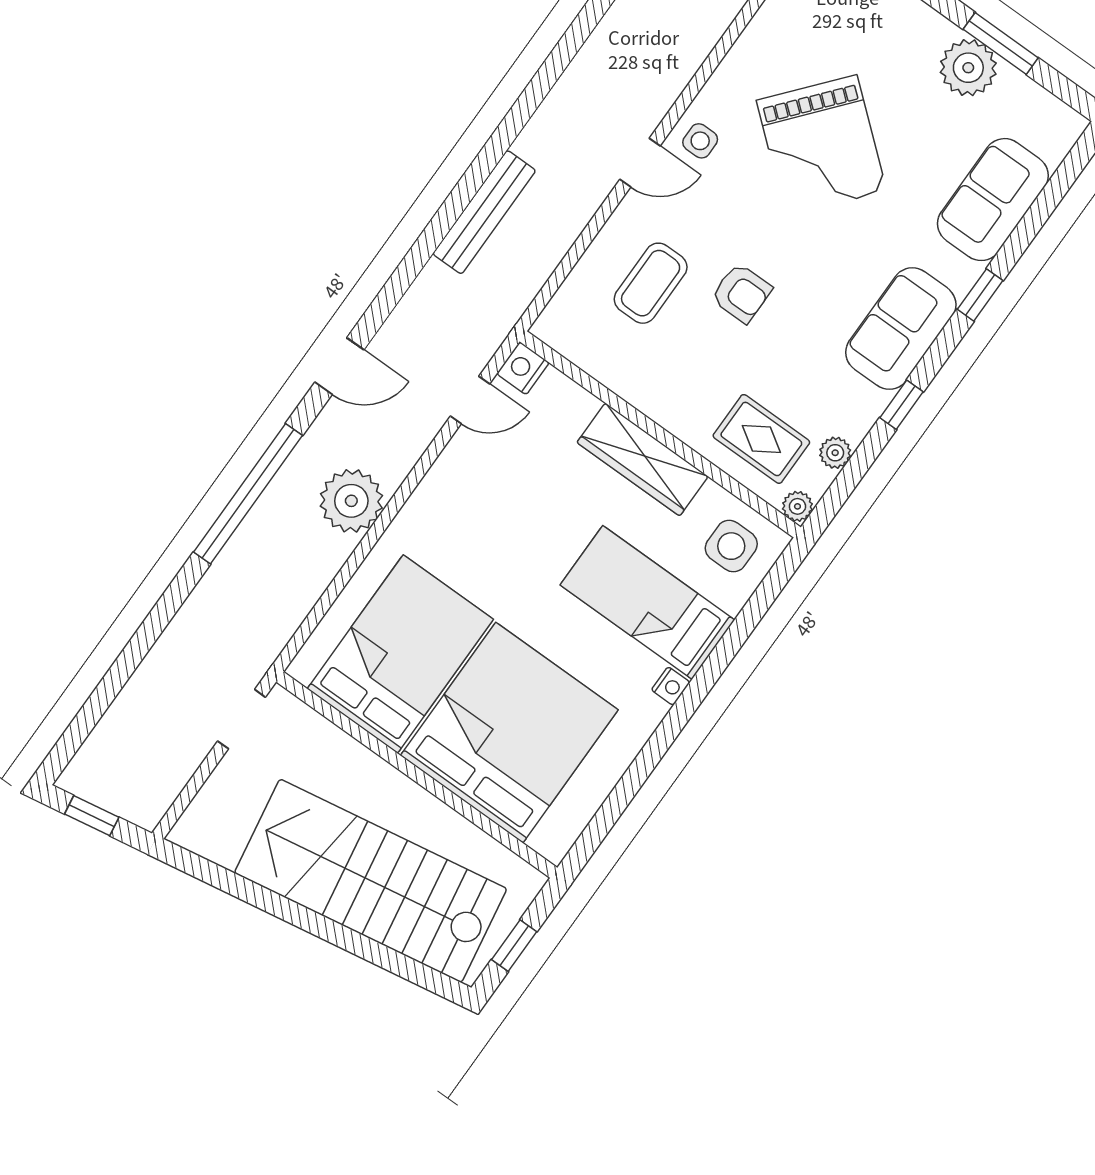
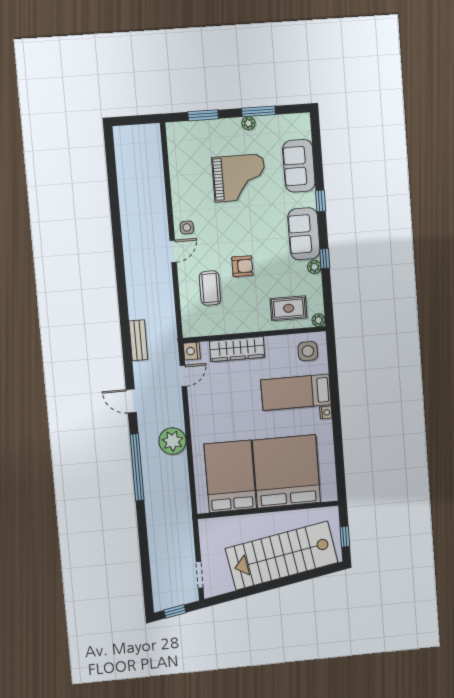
plant: (968, 68) -> (248, 123), width x0.53, depth x0.53
grand piano: (821, 146) -> (239, 178), moved, turned -40
bench: (484, 212) -> (138, 340), moved, width x0.73
door: (339, 366) -> (131, 401), swing flipped
plant: (835, 453) -> (314, 267), moved
wardrobe: (643, 459) -> (237, 349), moved
doorway: (242, 719) -> (200, 575), moved

